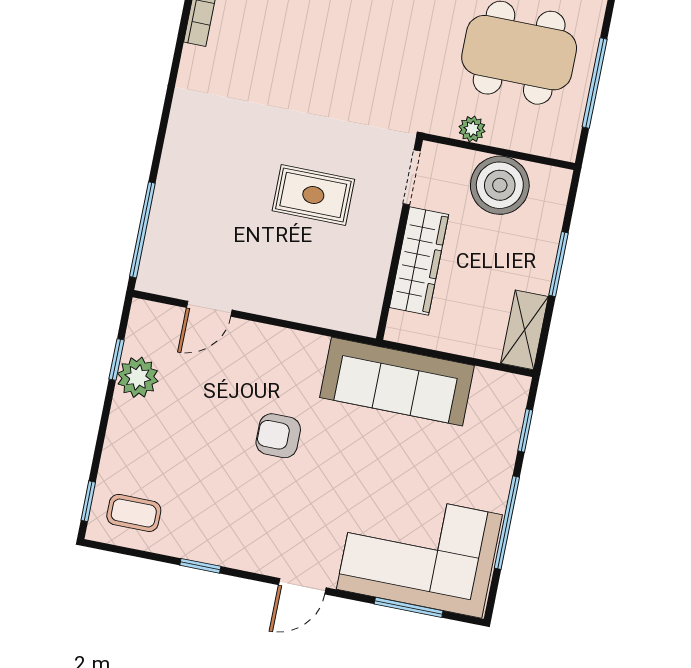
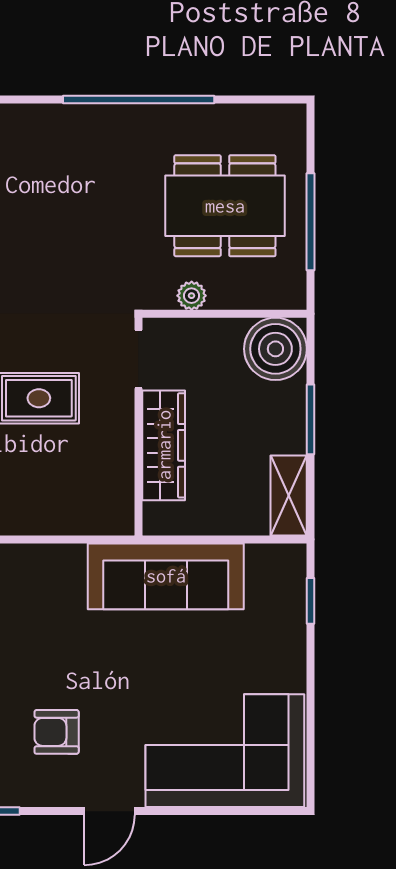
boiler: (500, 185) -> (275, 349), moved
armchair: (278, 436) -> (57, 732), moved
window: (507, 523) -> (311, 701), removed
window: (409, 607) -> (225, 811), removed

